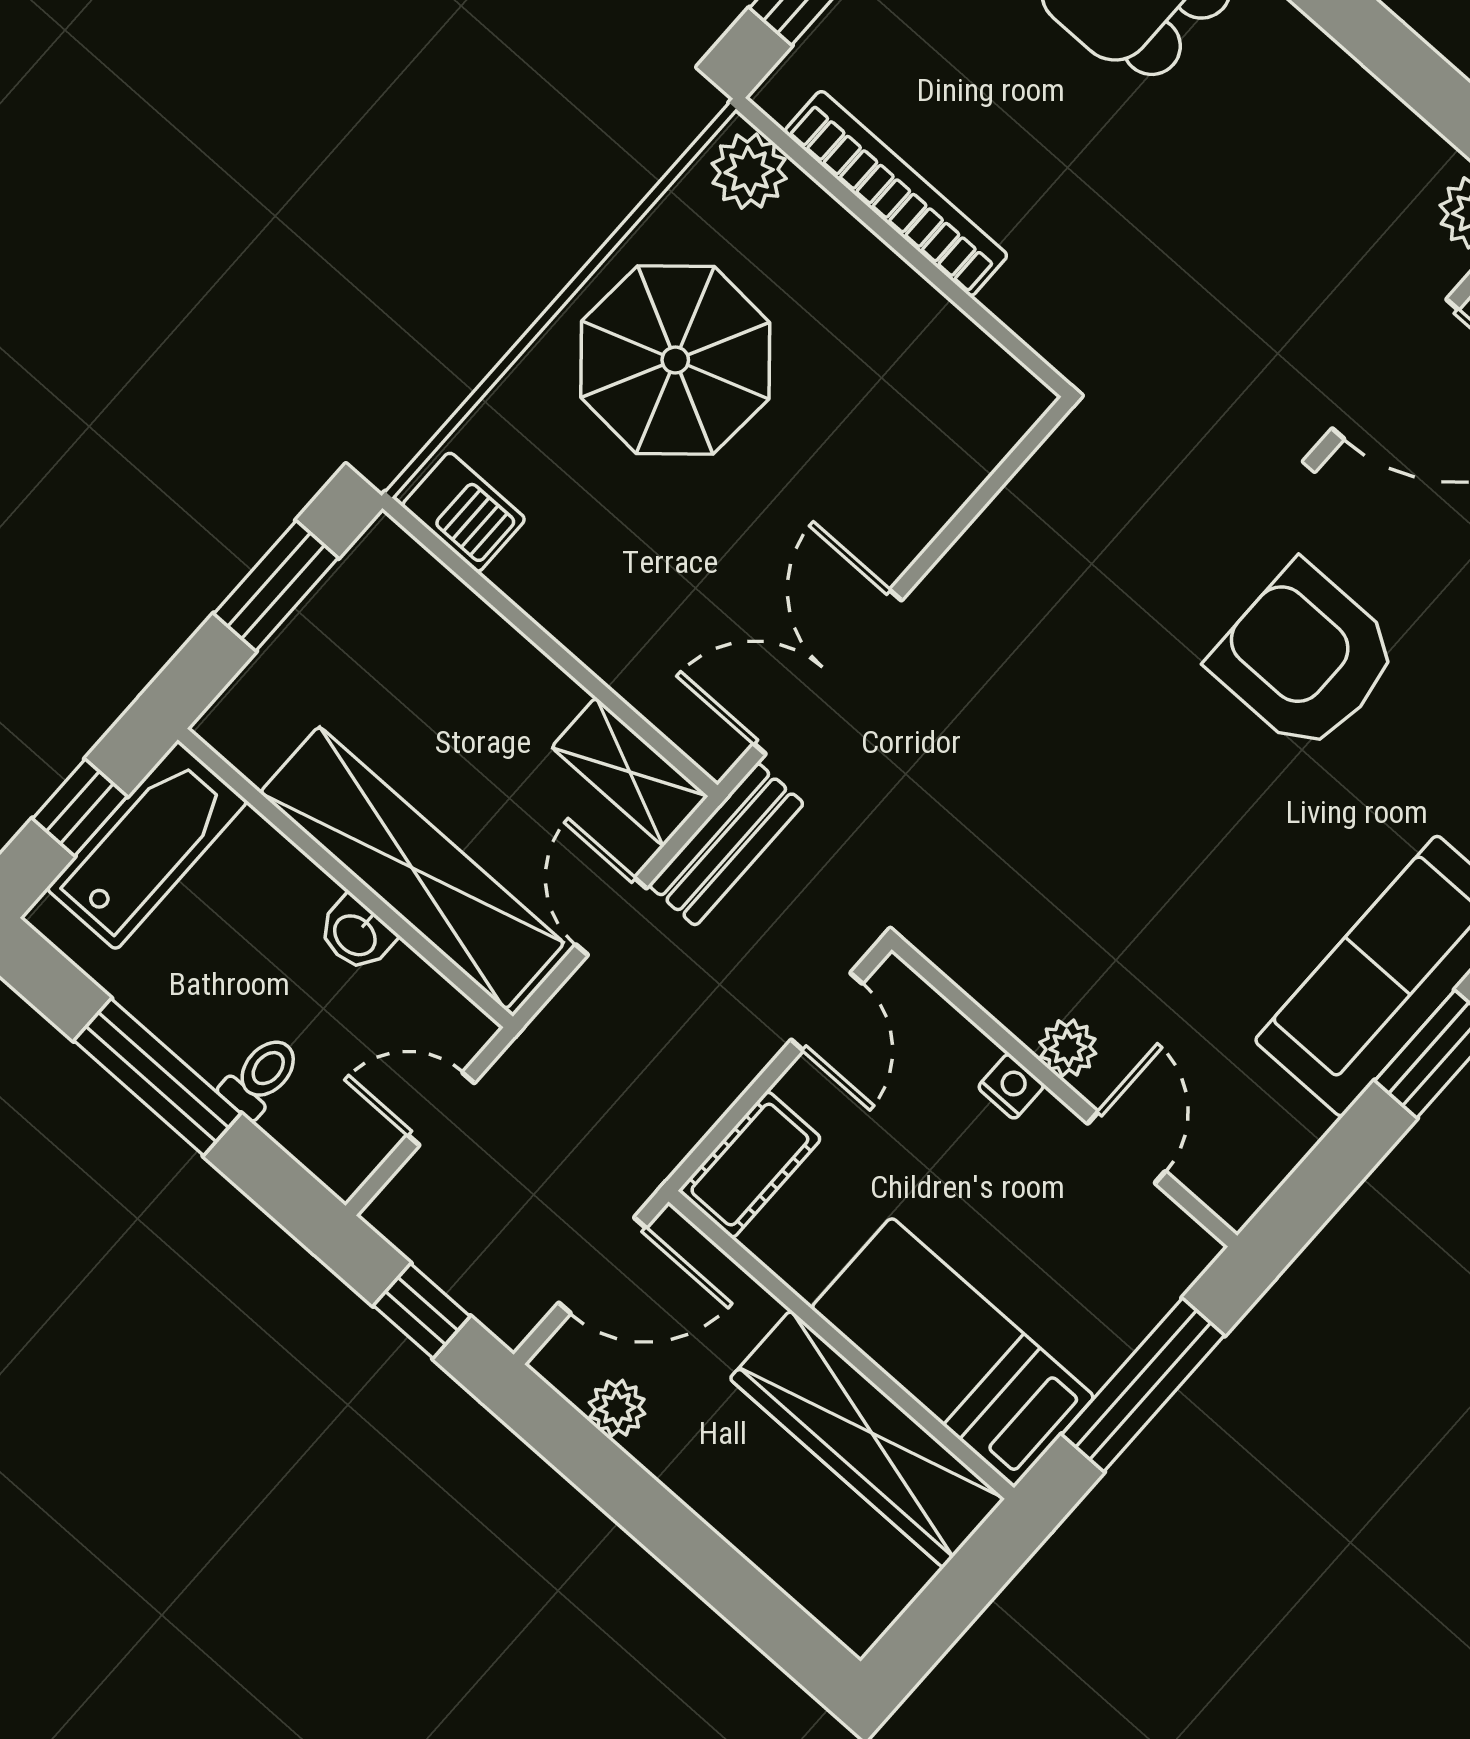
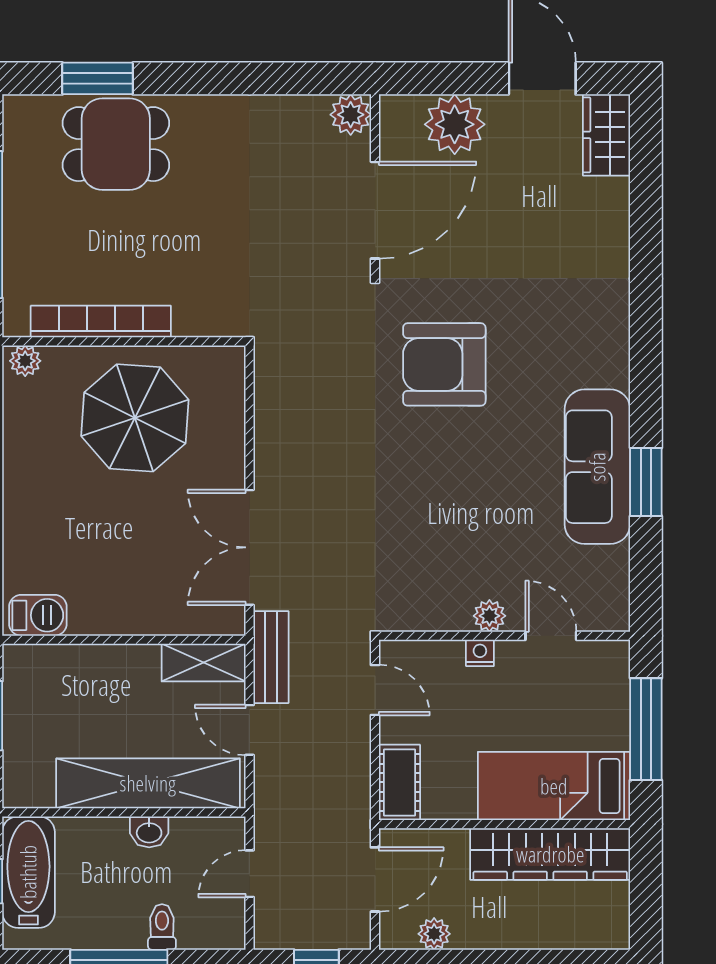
plant: (749, 171) -> (25, 361), width x0.73, depth x0.73
parasol: (675, 360) -> (135, 418), moved

